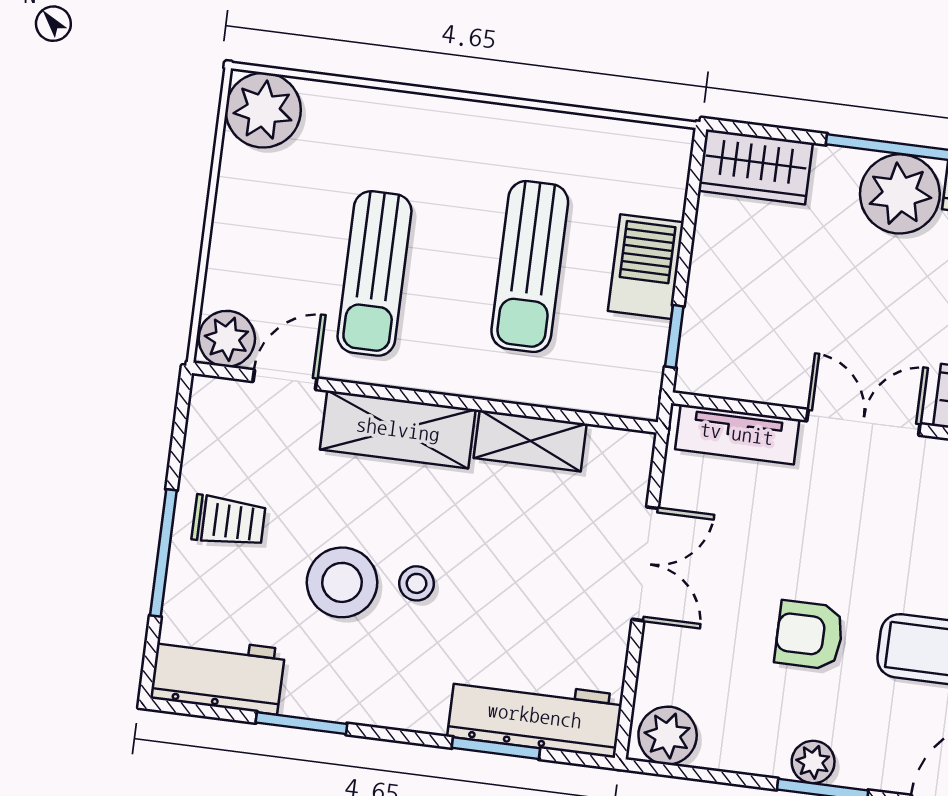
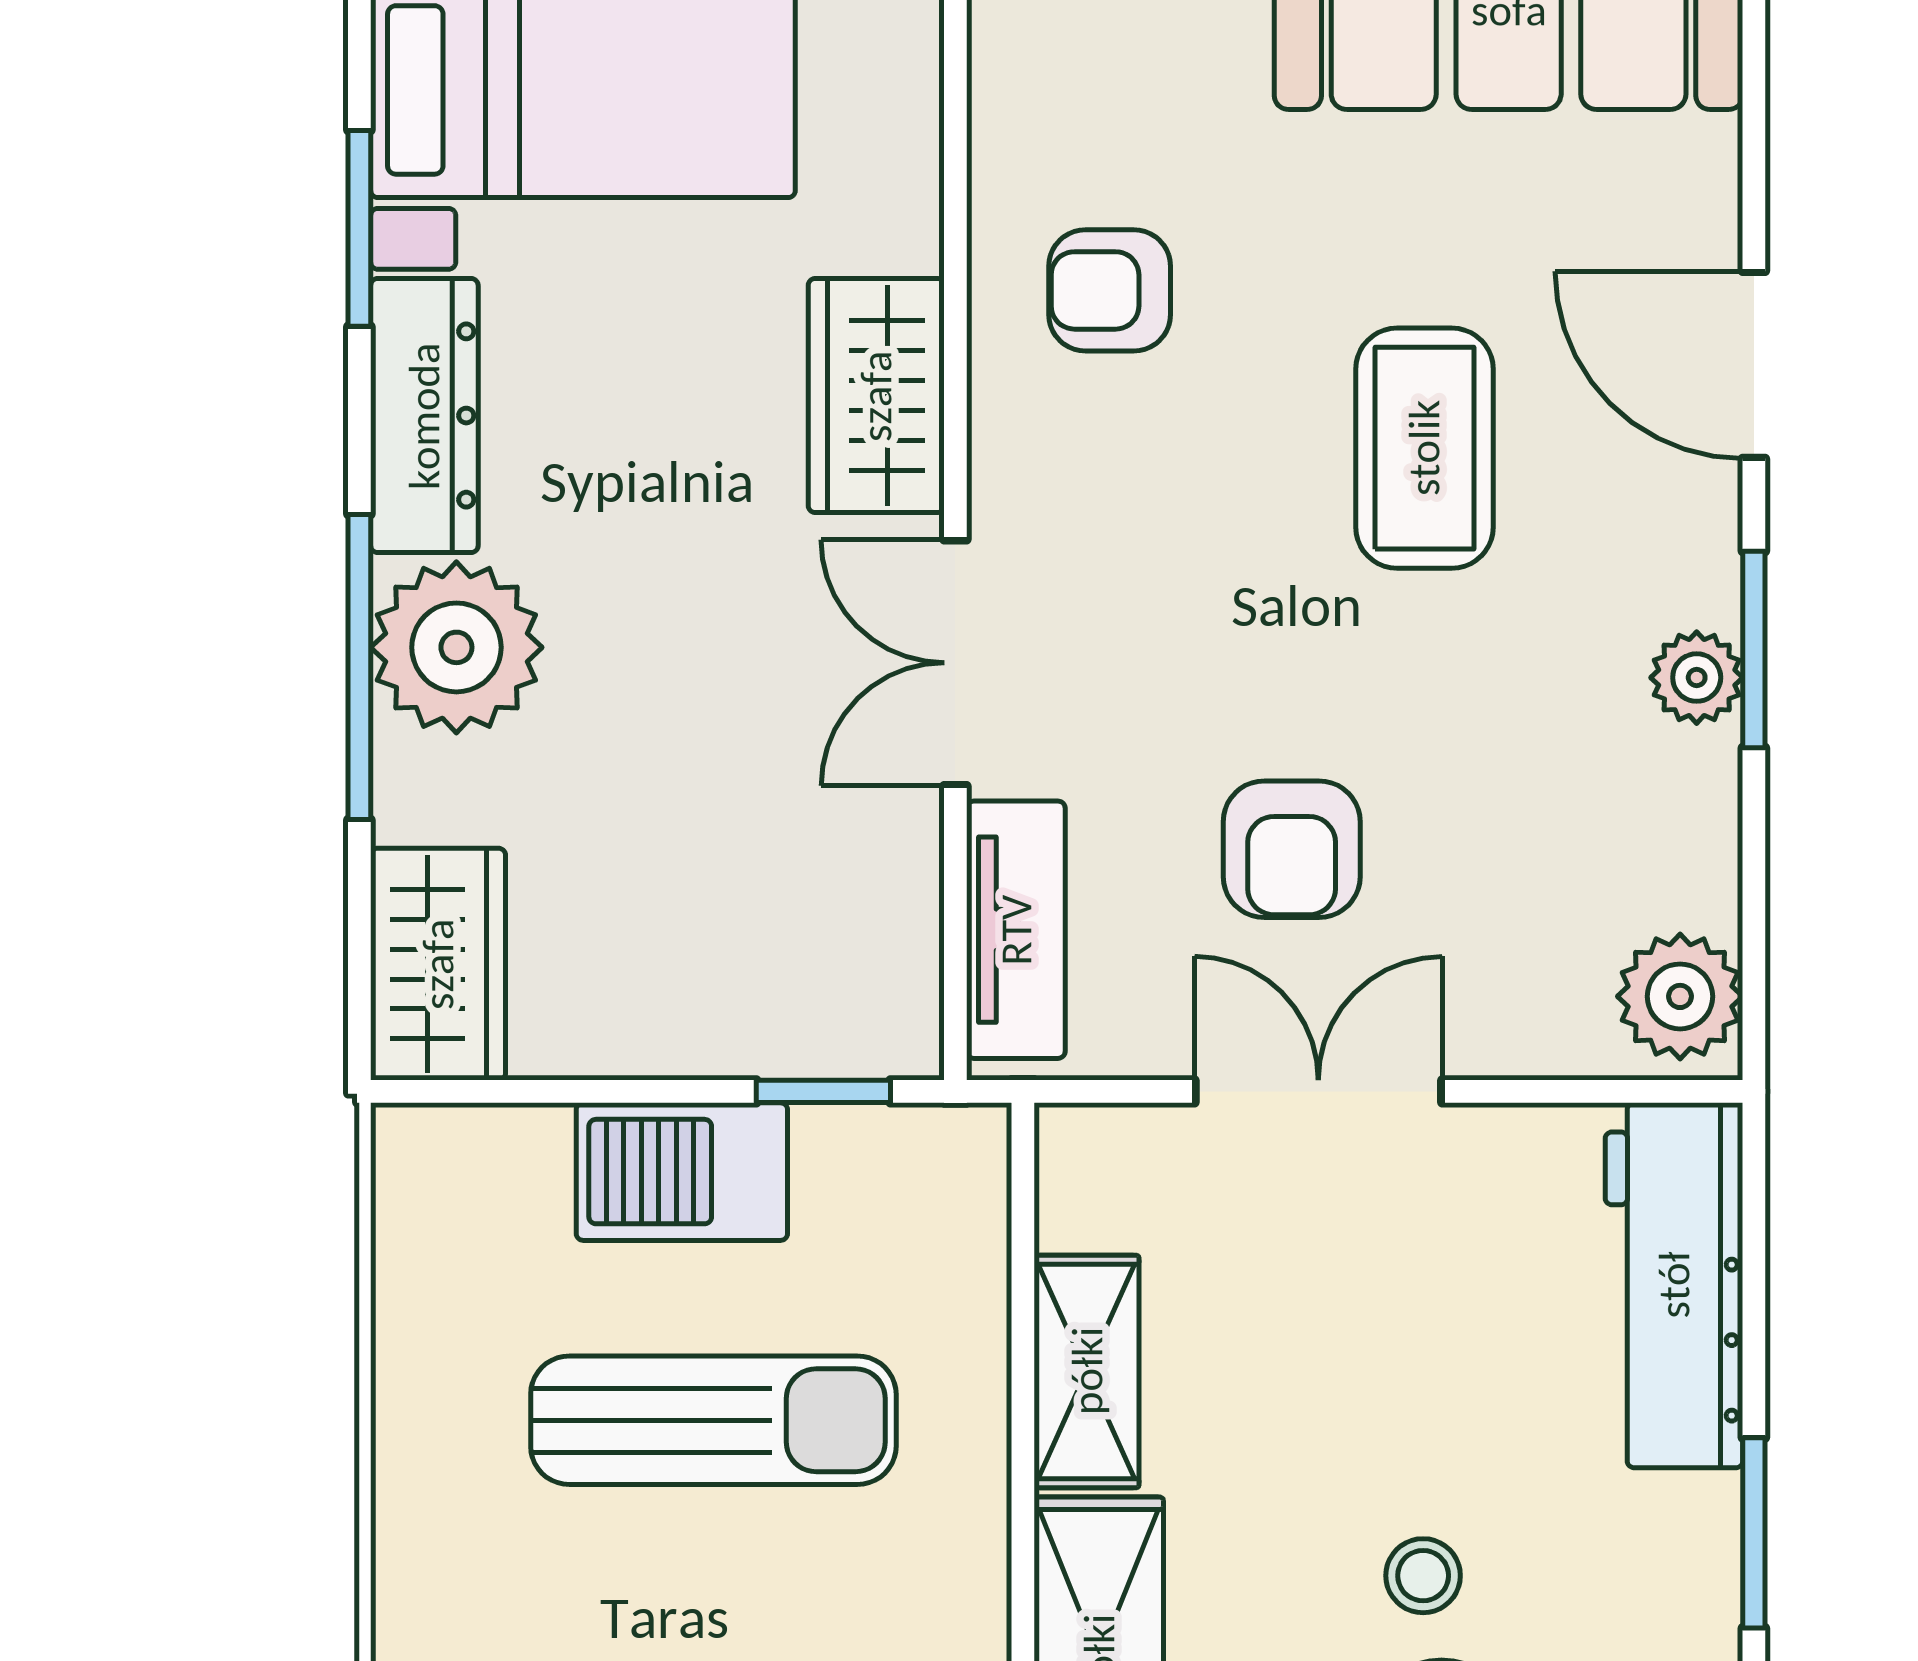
armchair: (809, 635) -> (1292, 849), moved
window: (496, 748) -> (1754, 1533), moved

